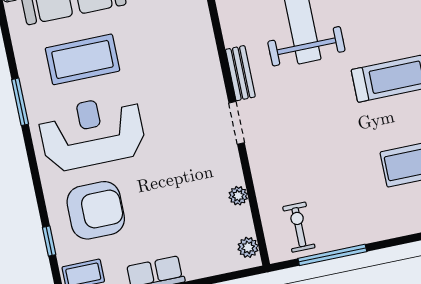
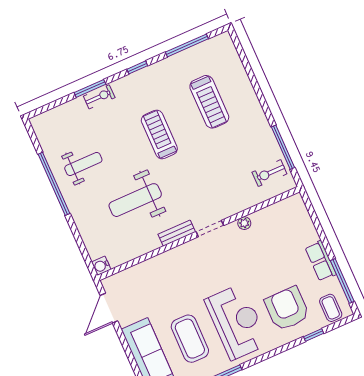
reception desk: (92, 133) -> (237, 322), turned 180
plant: (238, 196) -> (244, 223), moved
plant: (248, 247) -> (290, 204), removed

